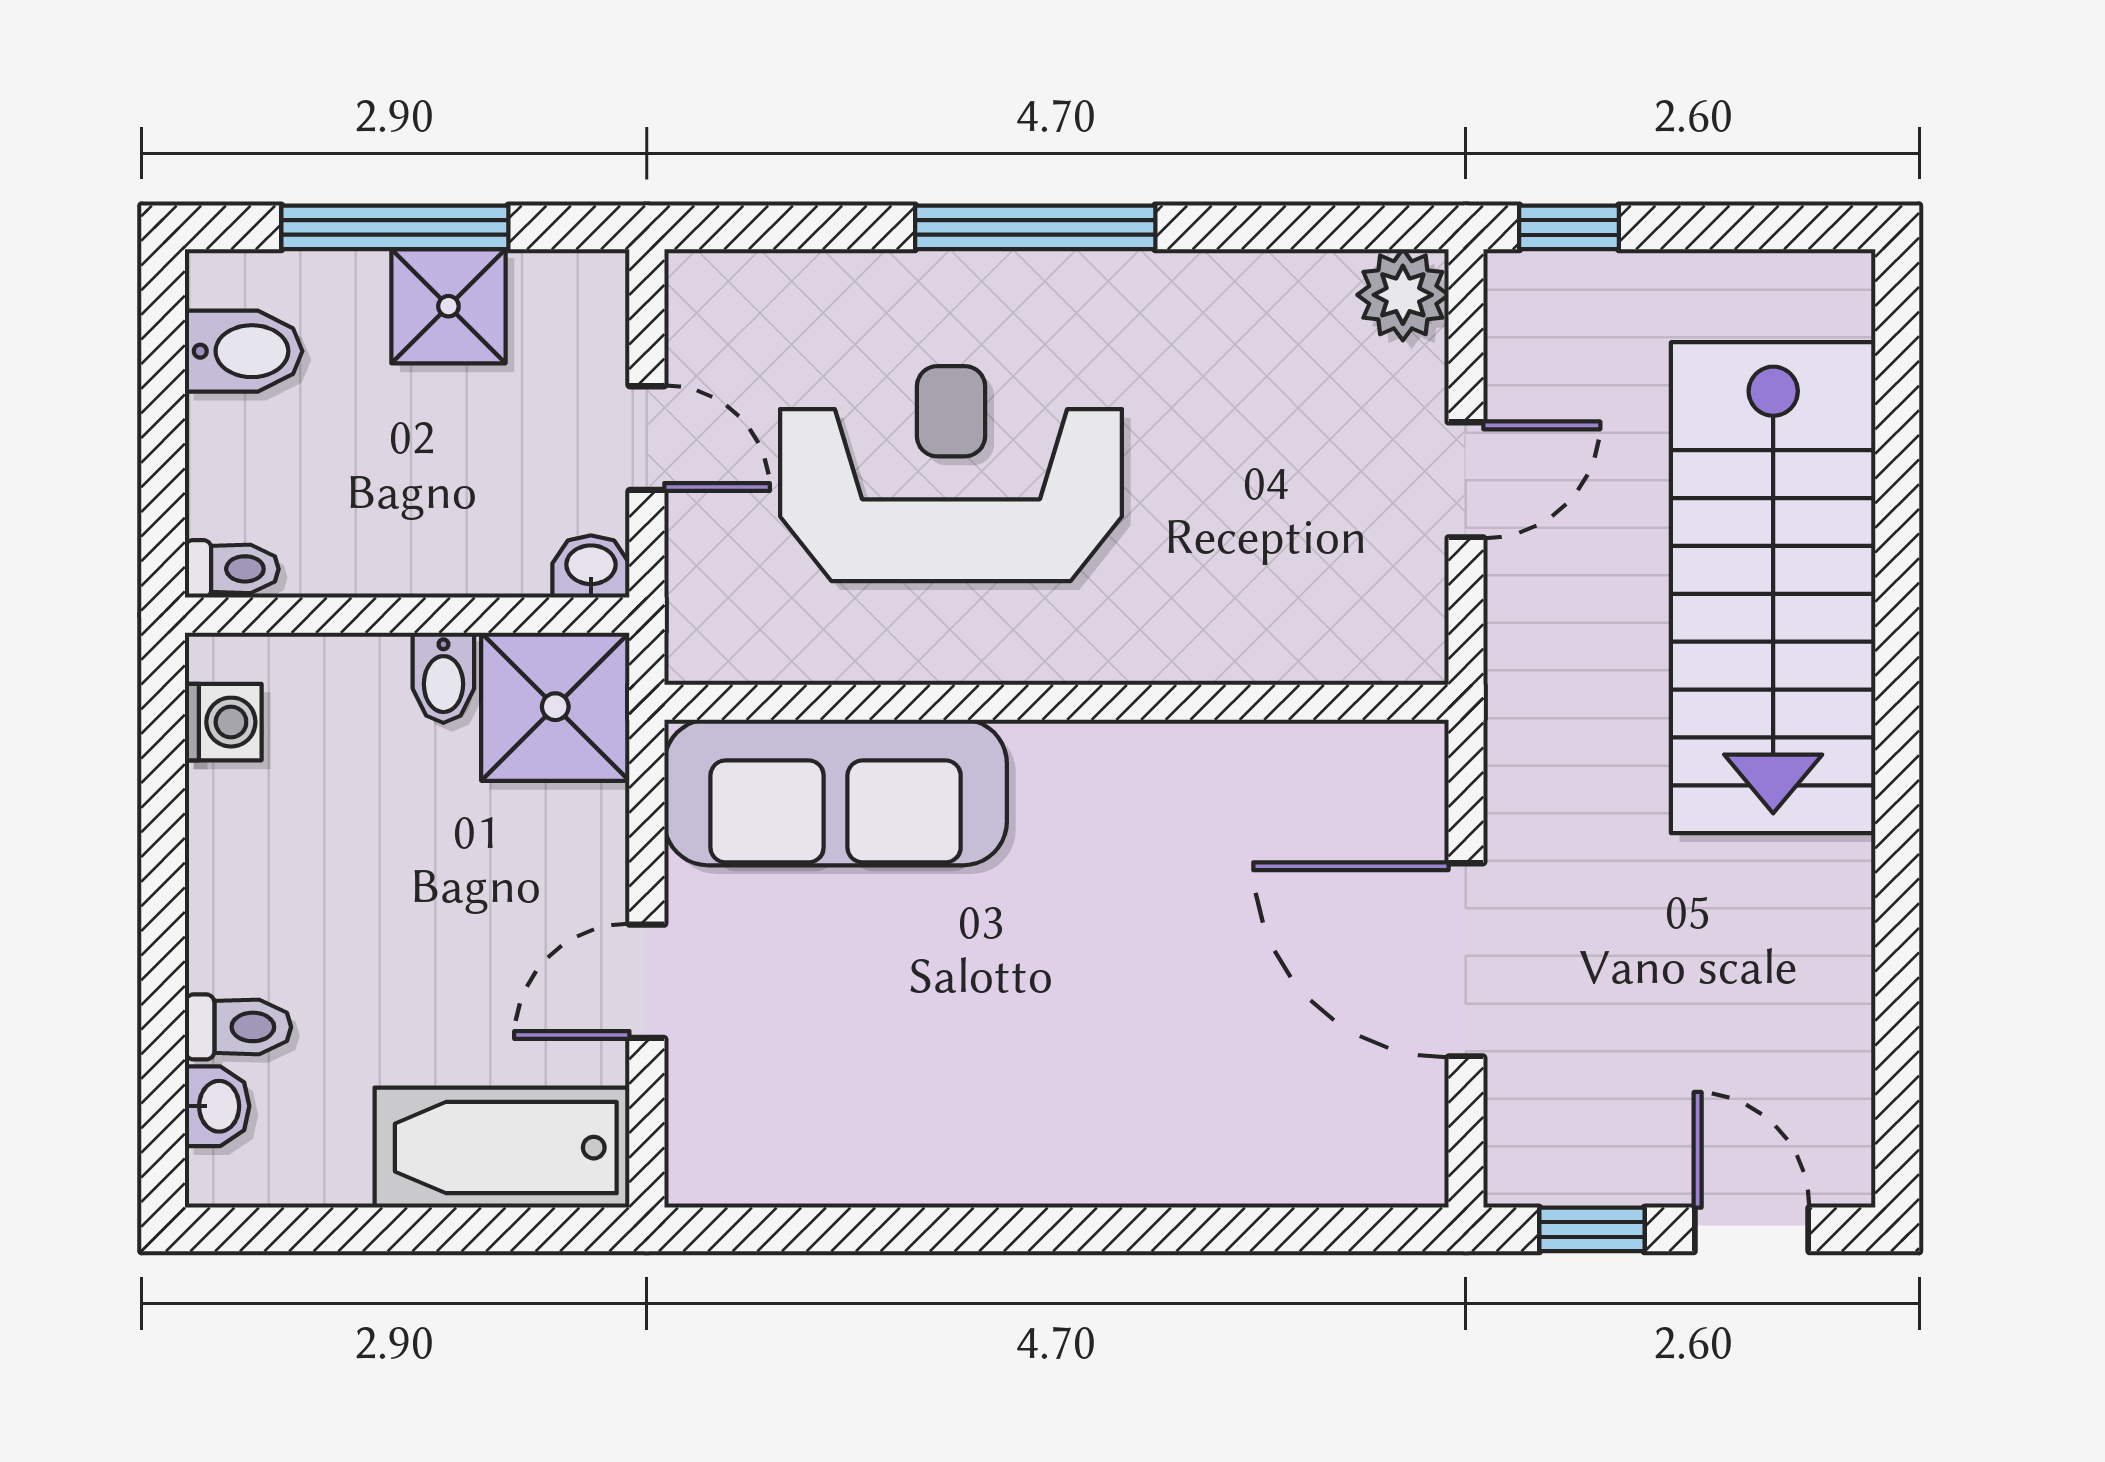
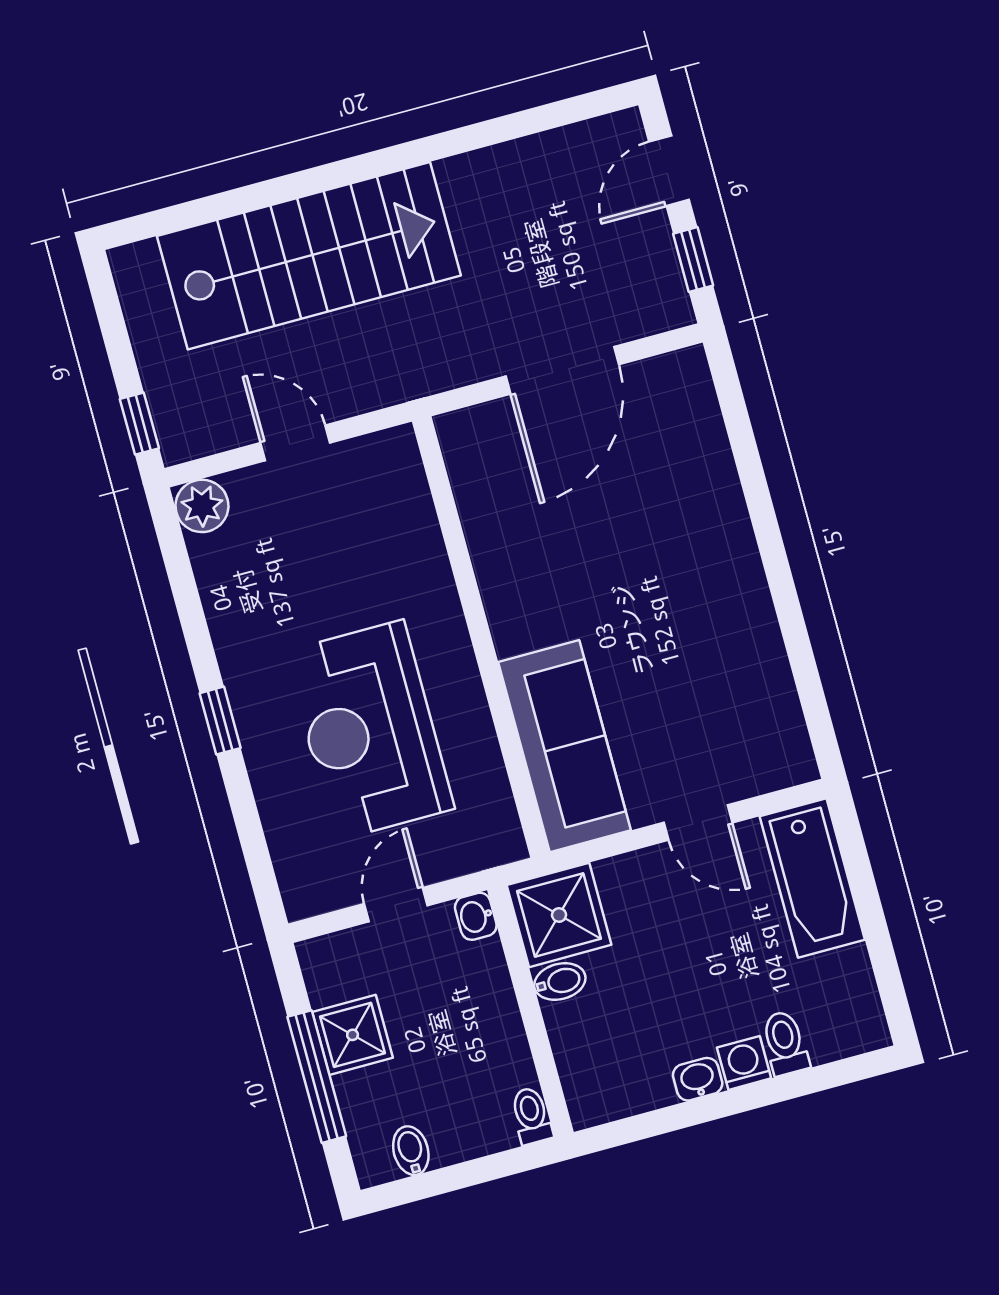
window: (1035, 227) -> (220, 721), width x0.46
bidet: (244, 351) -> (411, 1151), width x0.72, depth x0.74
washing machine: (223, 722) -> (744, 1063), moved
washbasin: (217, 1106) -> (698, 1079), moved

